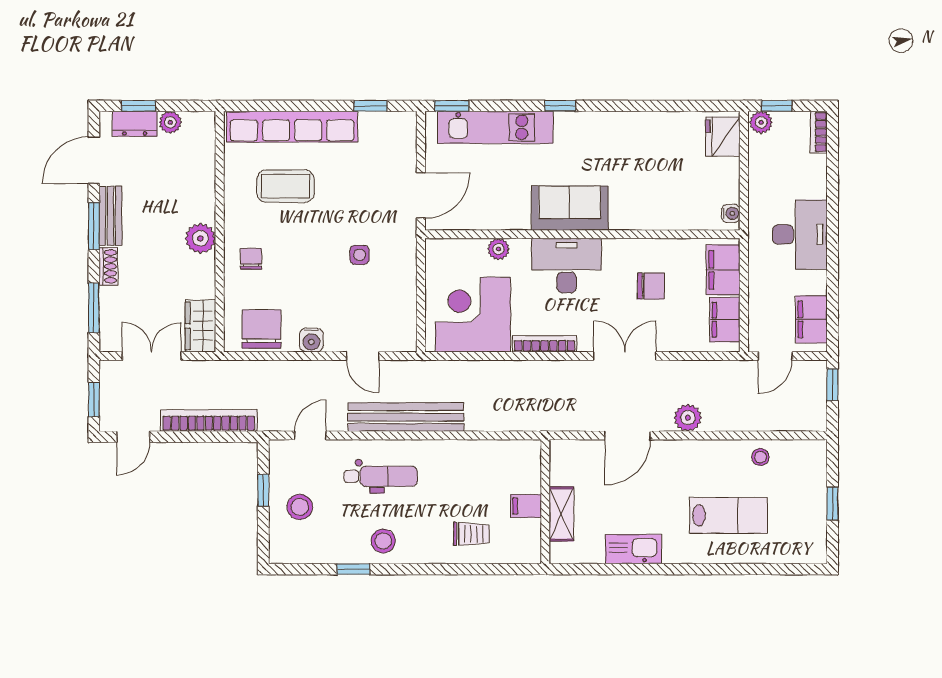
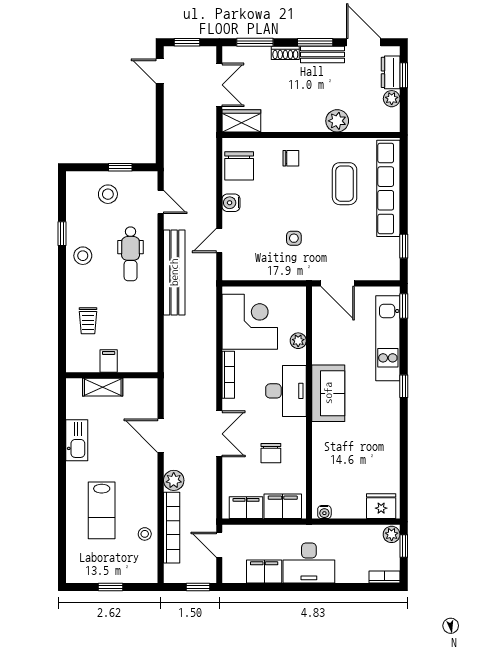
plant: (200, 238) -> (337, 121), moved
filing cabinet: (811, 319) -> (264, 571), moved
chair: (261, 329) -> (239, 166), turned 90
bookcase: (209, 421) -> (172, 528), moved

